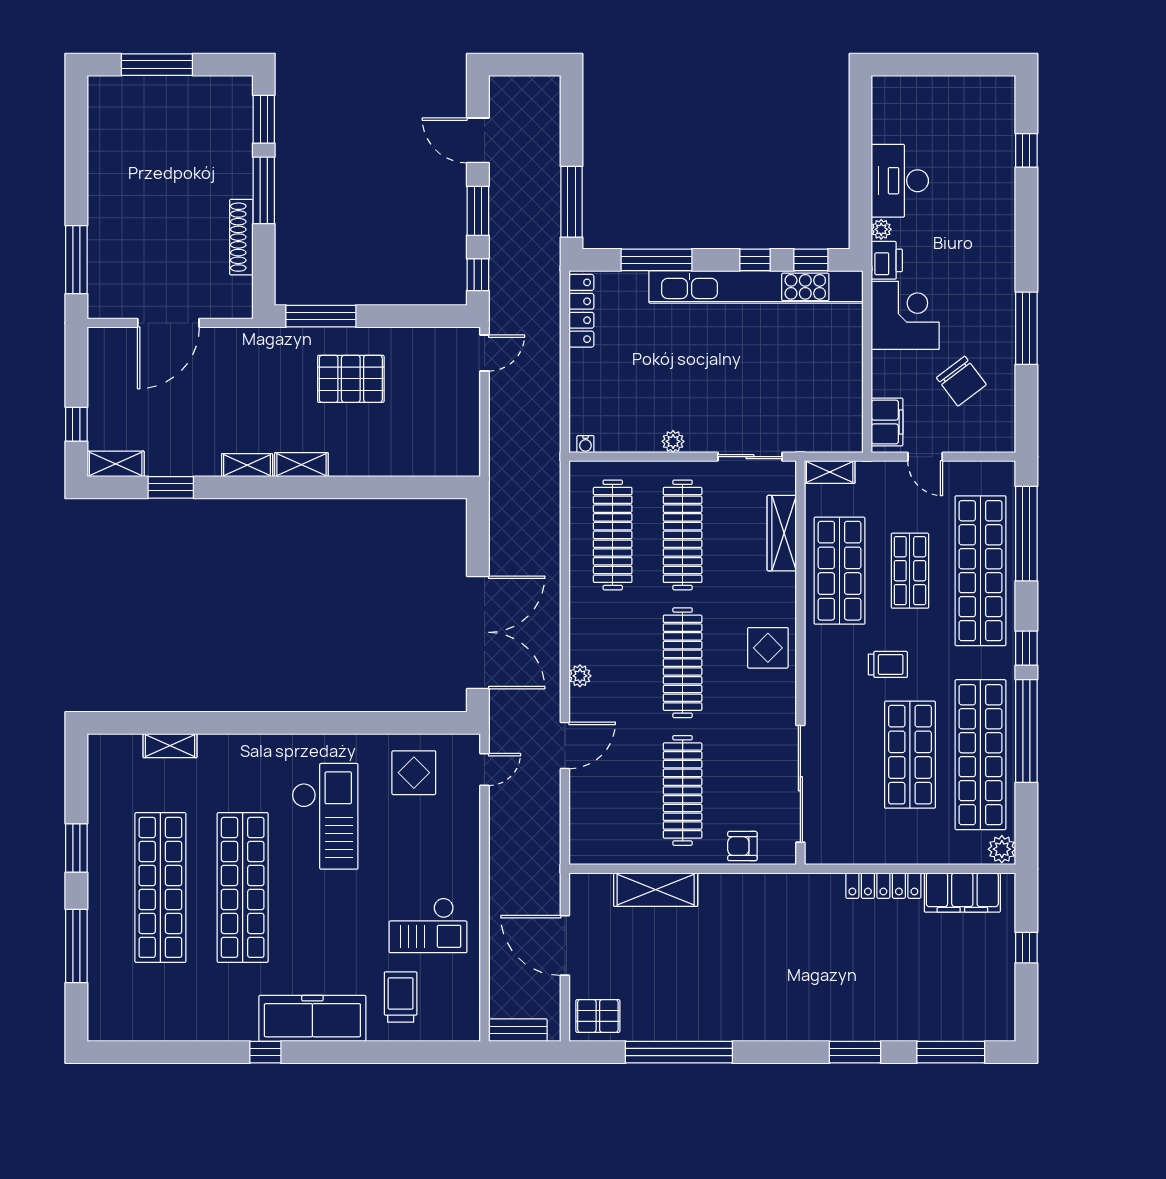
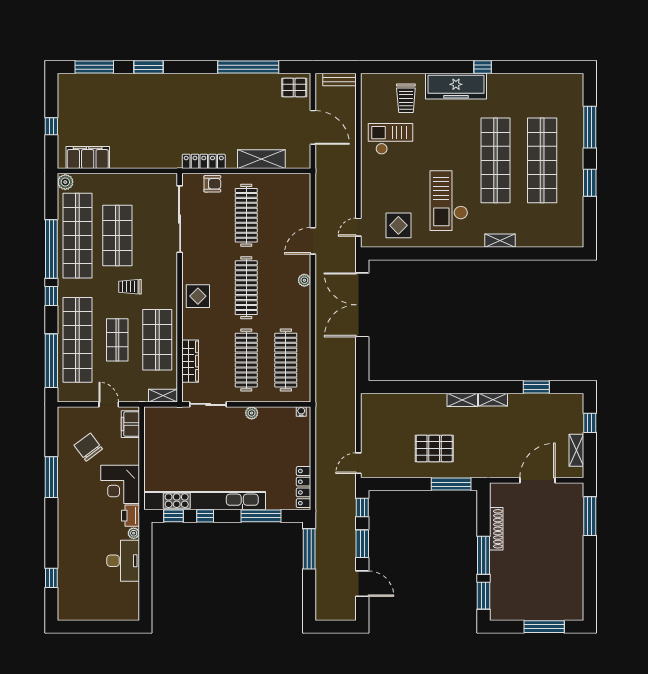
shelving: (116, 464) -> (576, 450), moved, turned 90
shelving: (170, 746) -> (500, 241), moved
locker: (883, 886) -> (204, 161), moved

